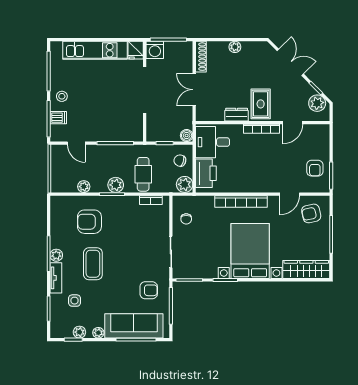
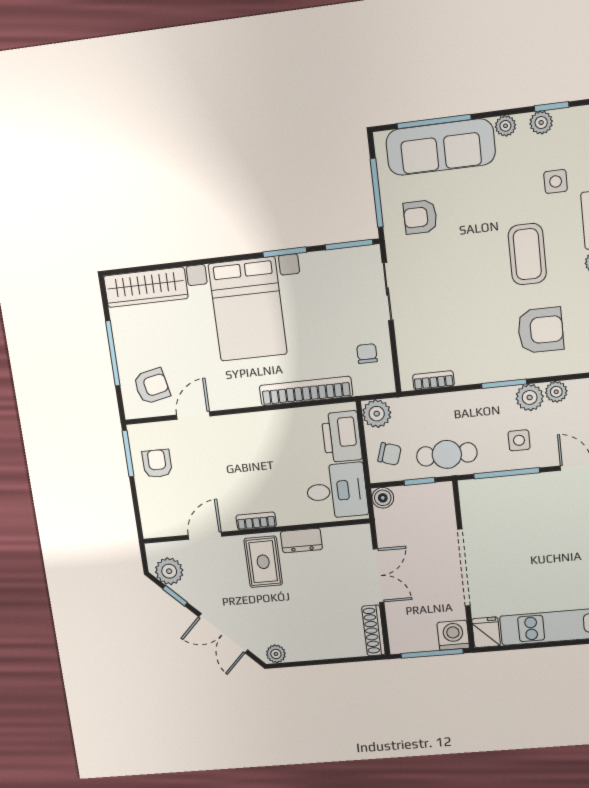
plant: (235, 47) -> (276, 654), moved
bookcase: (261, 129) -> (256, 521), width x0.64
side table: (107, 161) -> (519, 440), added
cafe table: (143, 174) -> (447, 454), moved, turned 90
plant: (116, 185) -> (530, 397), moved
bookcase: (241, 201) -> (306, 391), moved

